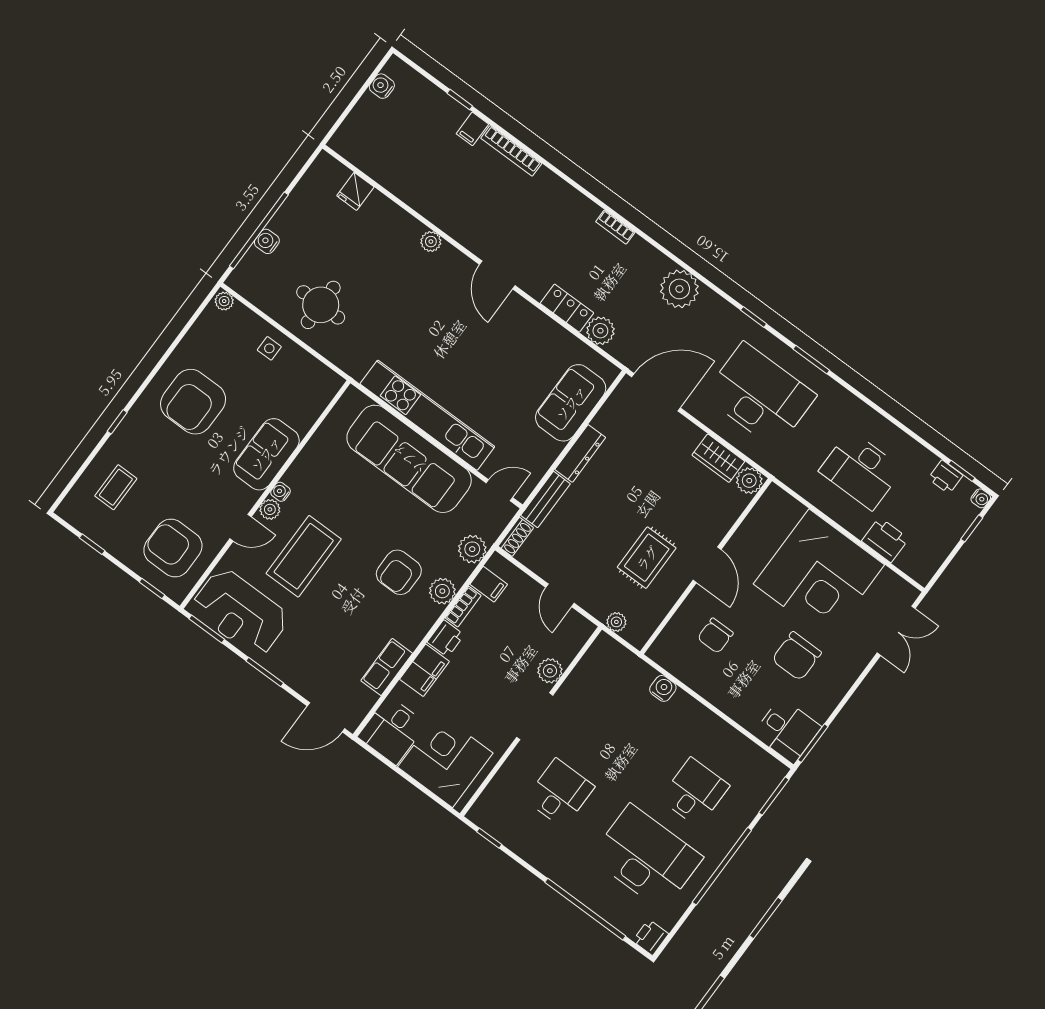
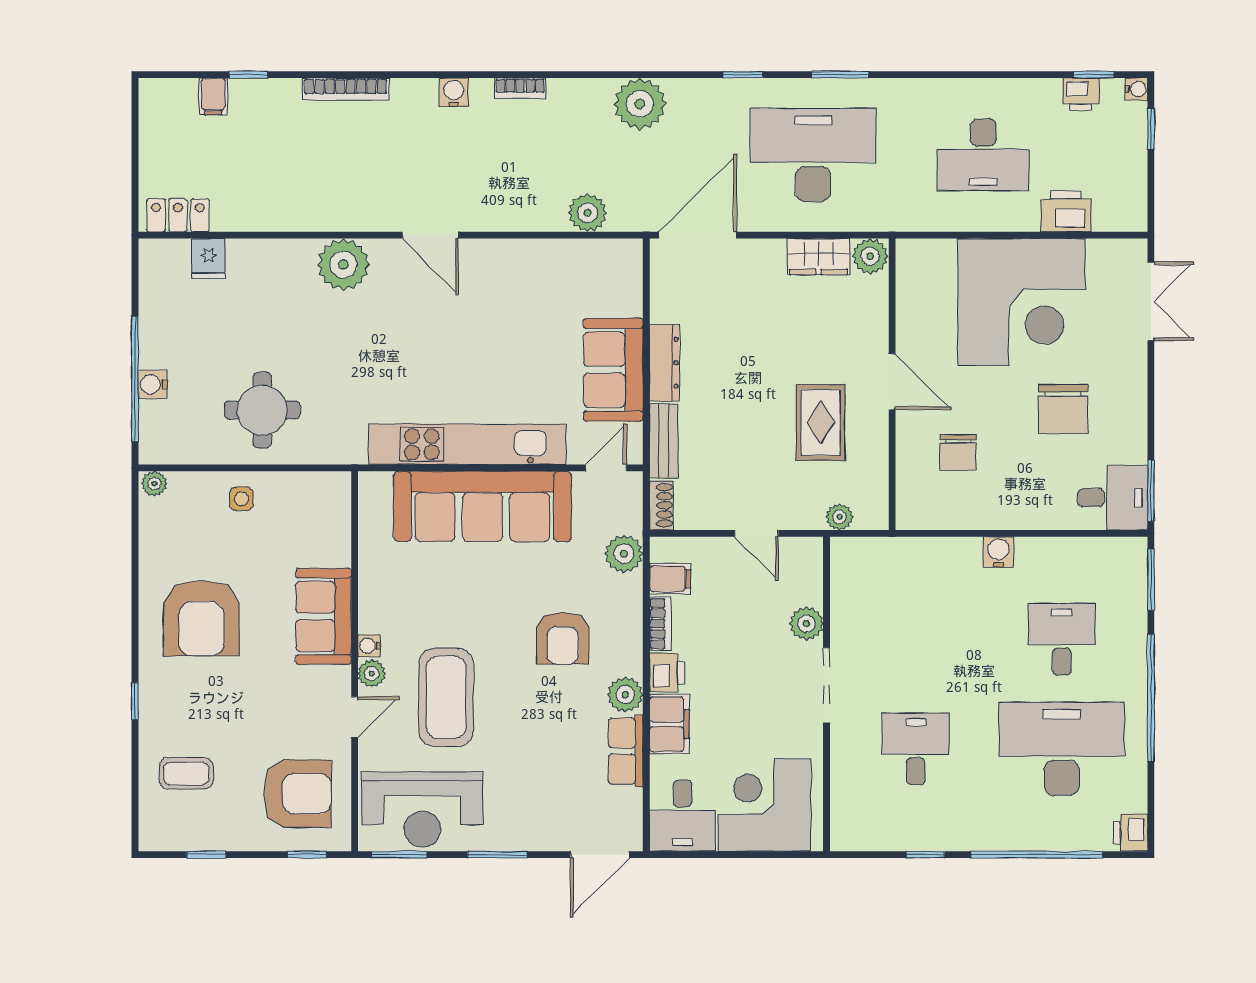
water cooler: (382, 86) -> (454, 92), moved, turned 90
filing cabinet: (472, 129) -> (213, 96), moved
plant: (431, 242) -> (343, 265), width x1.88, depth x1.88
locker: (567, 308) -> (178, 215), moved
sofa: (571, 403) -> (613, 370), moved
coffee table: (116, 487) -> (186, 773), turned 90
armchair: (173, 548) -> (297, 794), turned 180
plant: (442, 591) -> (625, 695), moved
water cooler: (663, 688) -> (999, 552), moved
window: (489, 838) -> (925, 855), moved

